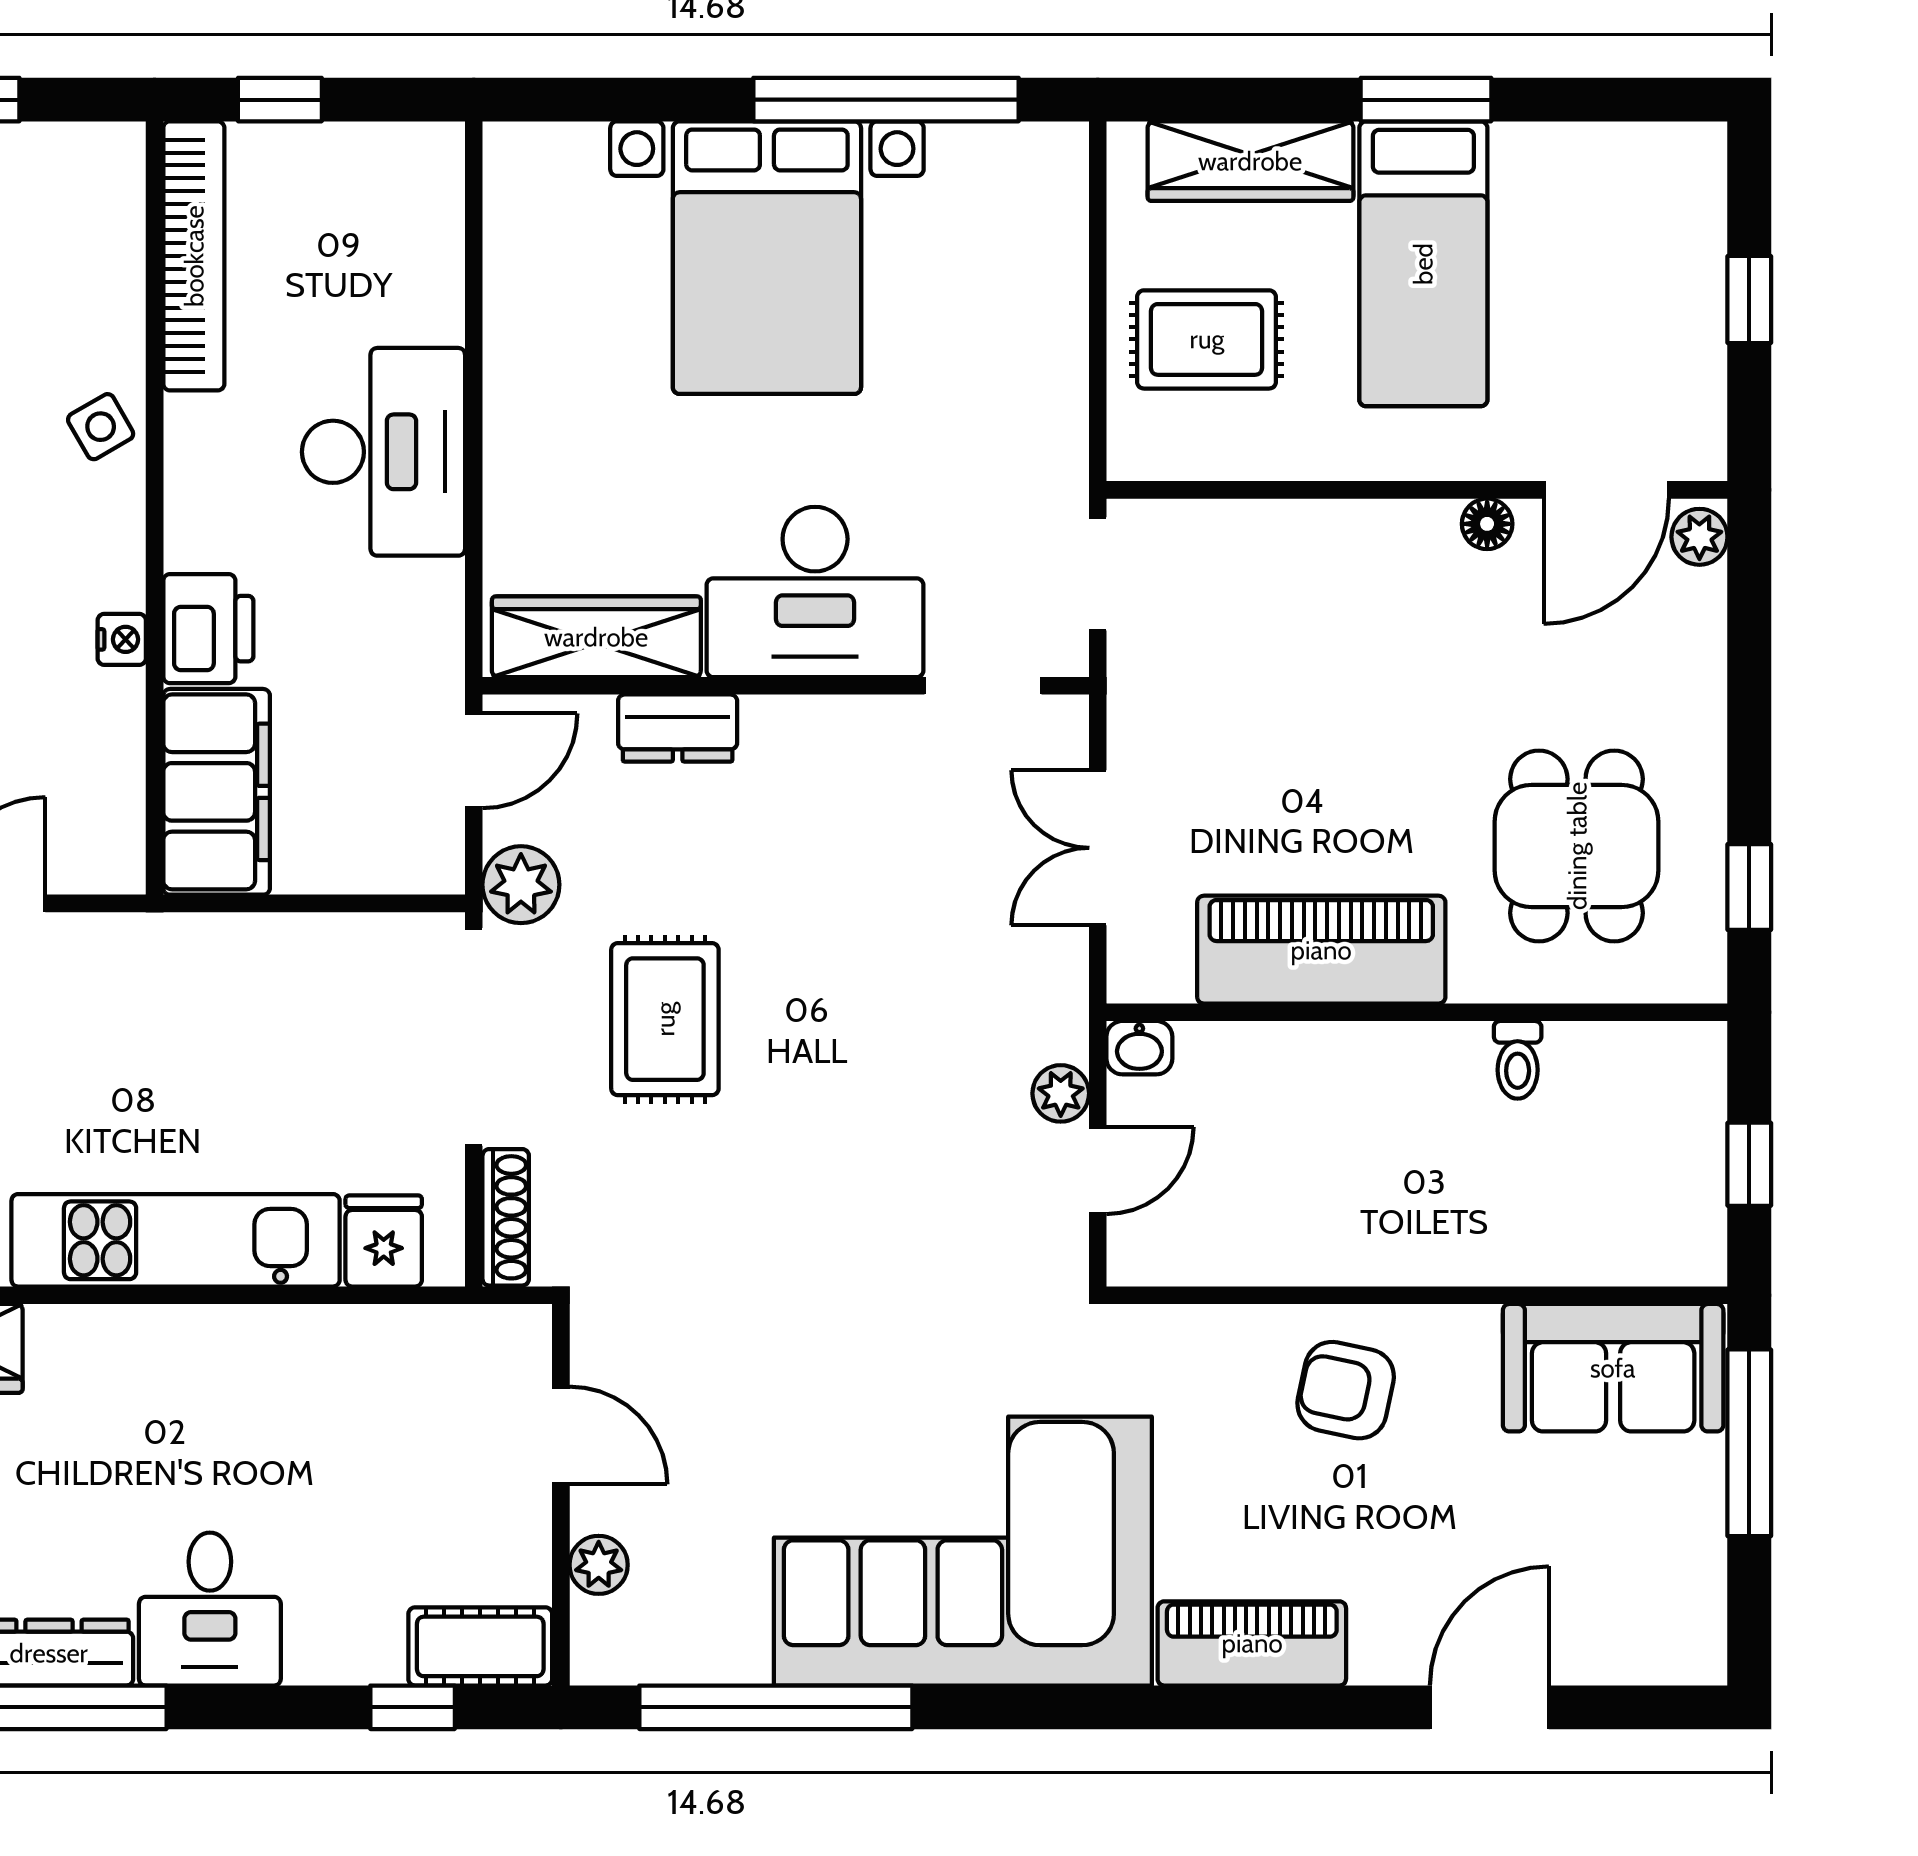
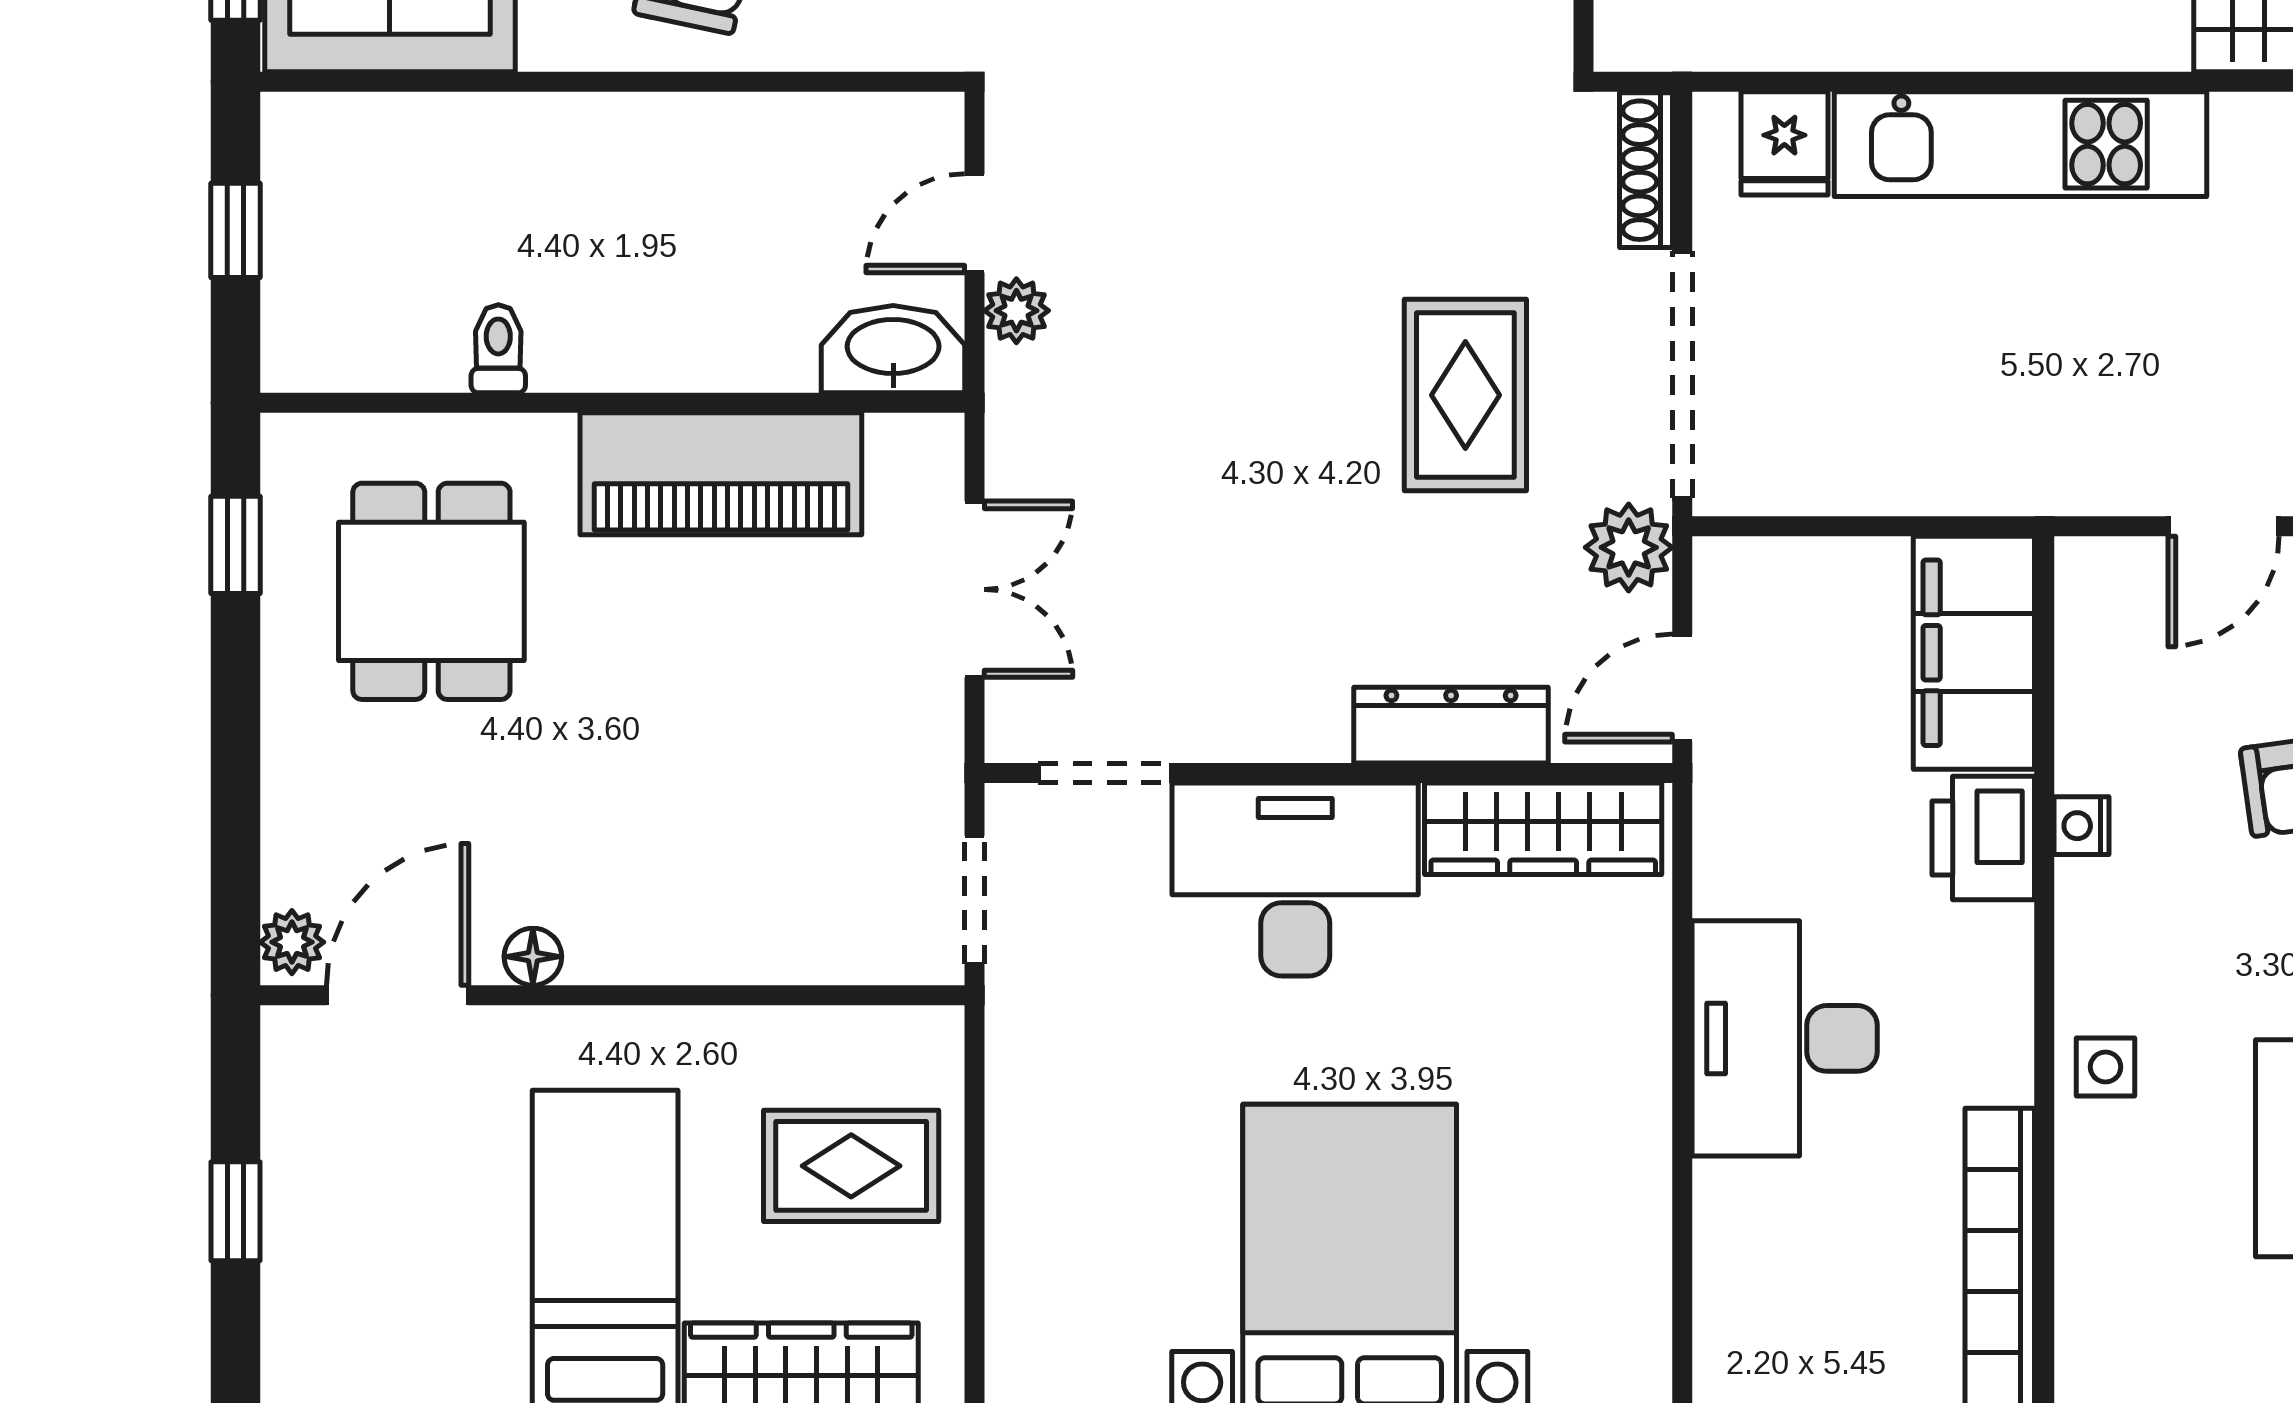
side table: (101, 427) -> (2106, 1067), turned 30
dresser: (678, 728) -> (1451, 725), width x1.44
washbasin: (1139, 1048) -> (893, 349), width x1.91, depth x1.45

